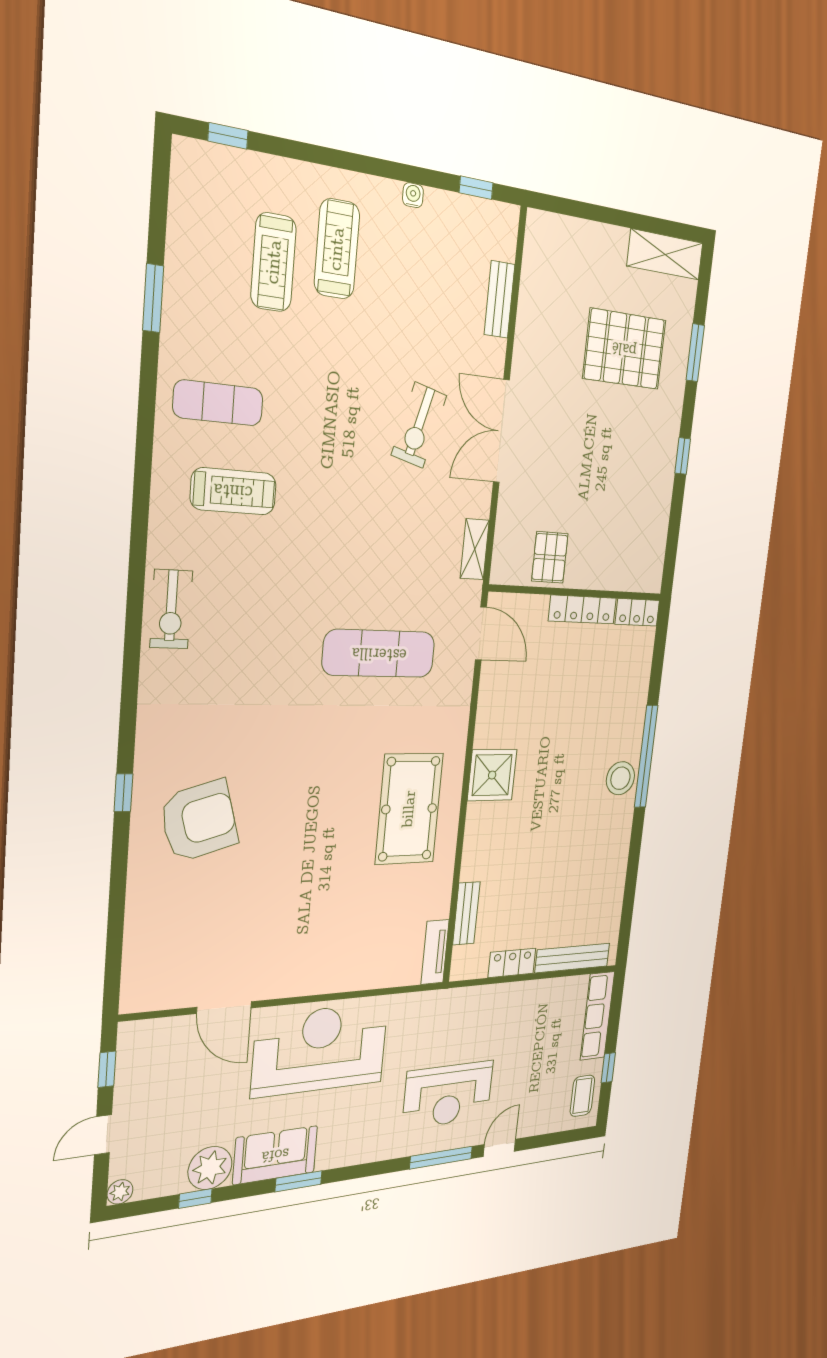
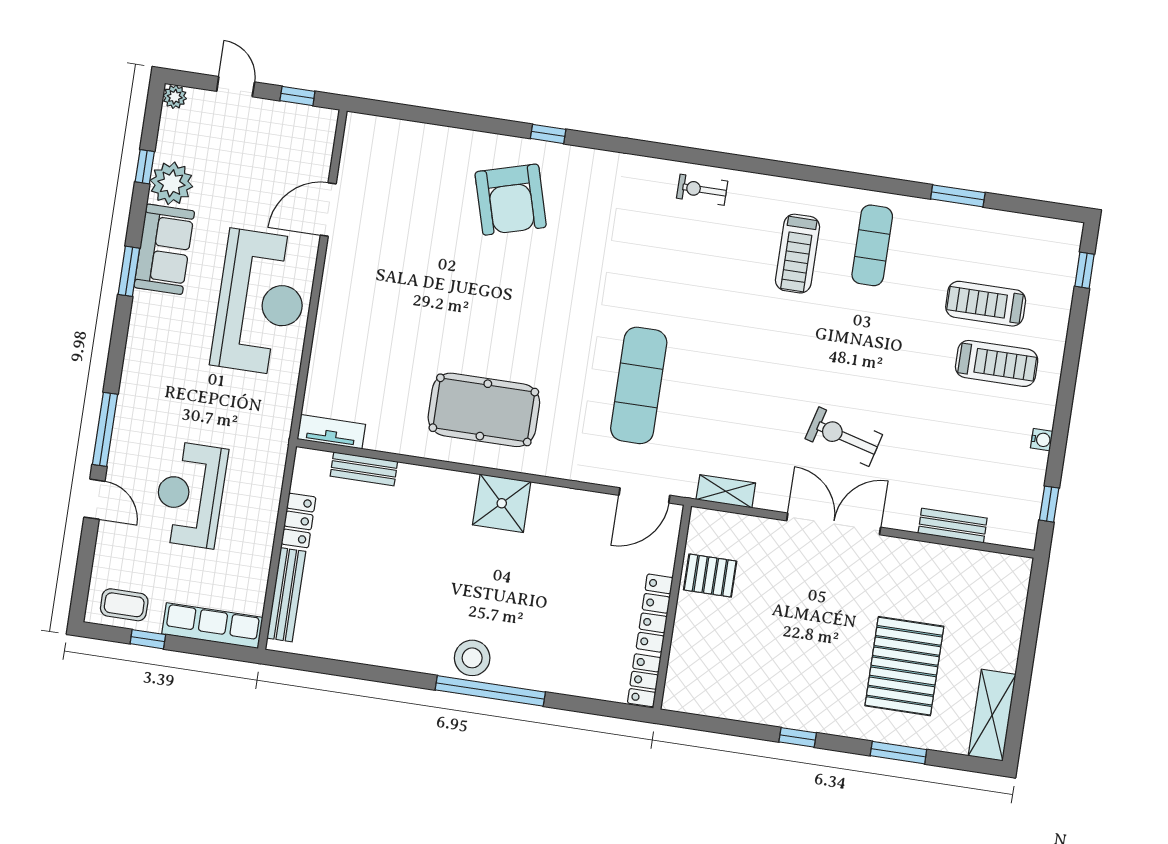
exercise bike: (171, 609) -> (702, 190), width x0.73, depth x0.72
reception desk: (448, 1095) -> (190, 495), moved

